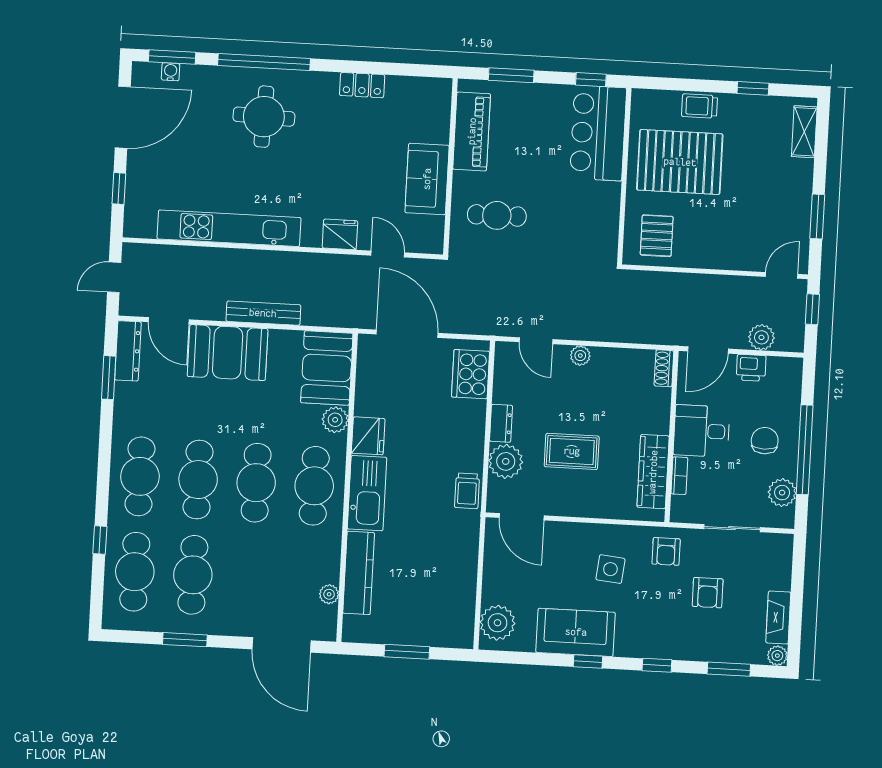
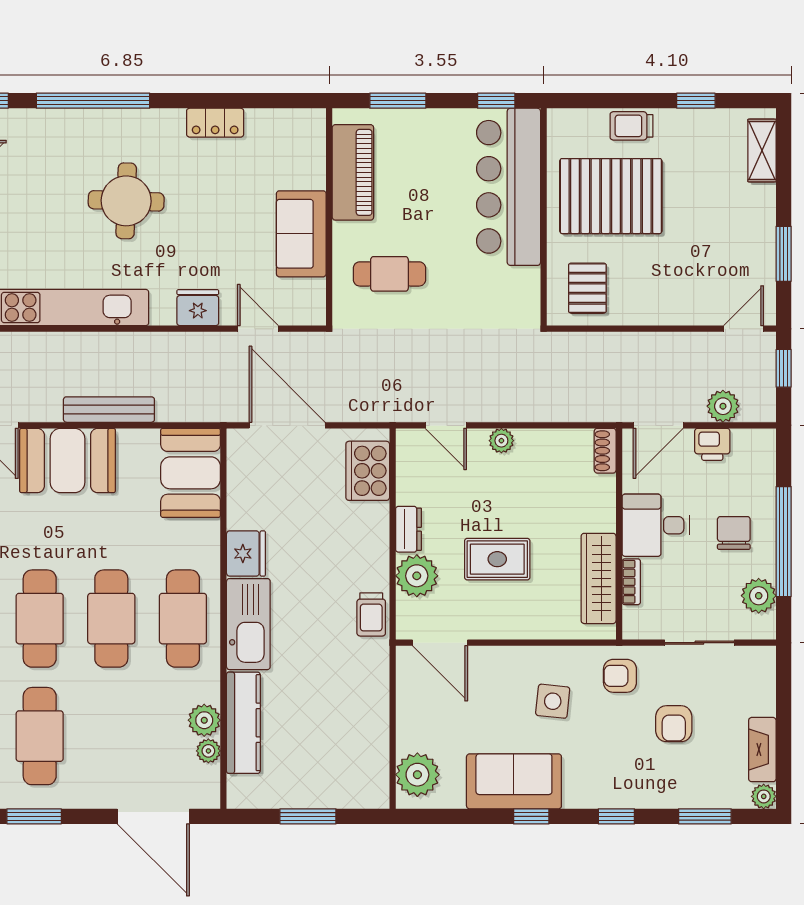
round table: (264, 117) -> (126, 201), moved
bar counter: (598, 133) -> (509, 187), width x1.36
plant: (335, 420) -> (204, 720), moved
armchair: (666, 551) -> (620, 676), turned 90

